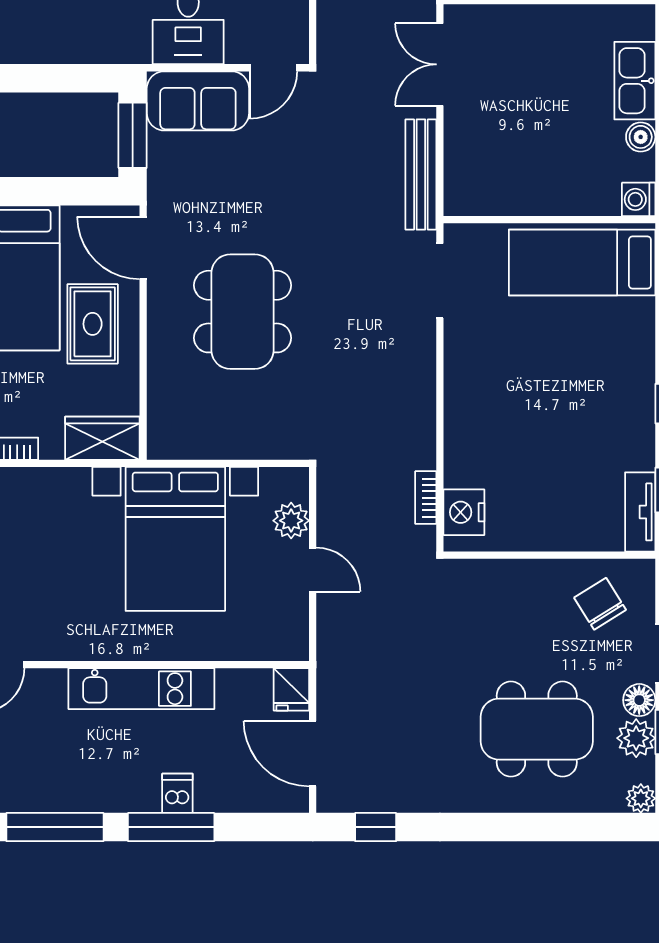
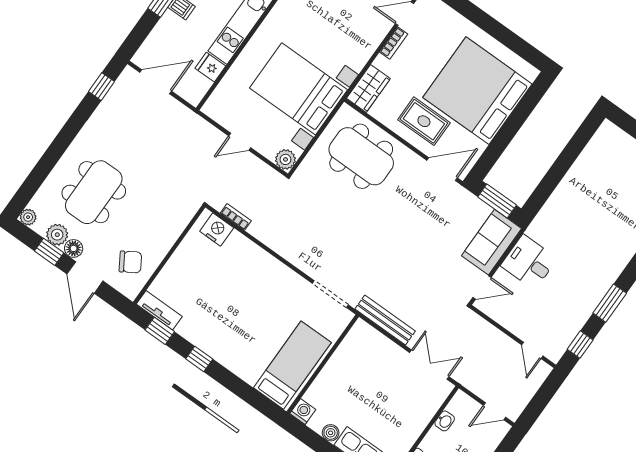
door: (273, 68) -> (482, 287), swing flipped
dining table: (243, 312) -> (361, 156), moved
plant: (291, 521) -> (286, 159), moved
fridge: (291, 689) -> (210, 67), moved

